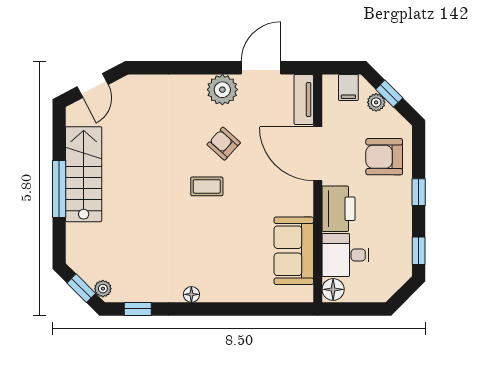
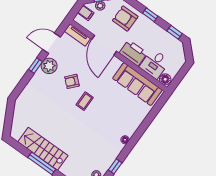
window: (207, 68) -> (36, 66), added
door: (261, 68) -> (52, 43), hinge flipped
door: (93, 86) -> (9, 119), removed
door: (318, 154) -> (104, 45), hinge flipped
armchair: (384, 157) -> (125, 18), turned 90
sofa: (294, 251) -> (137, 84), width x1.36

